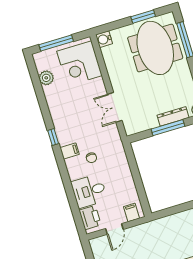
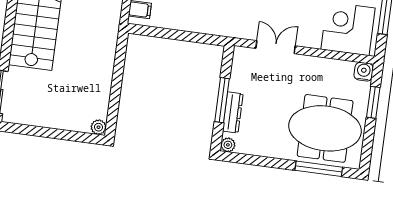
window: (143, 17) -> (373, 102), moved

